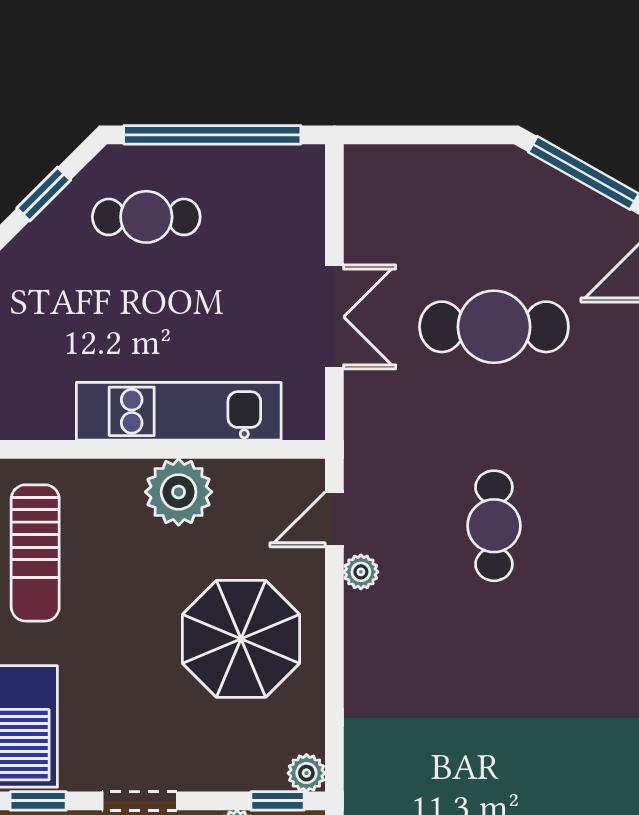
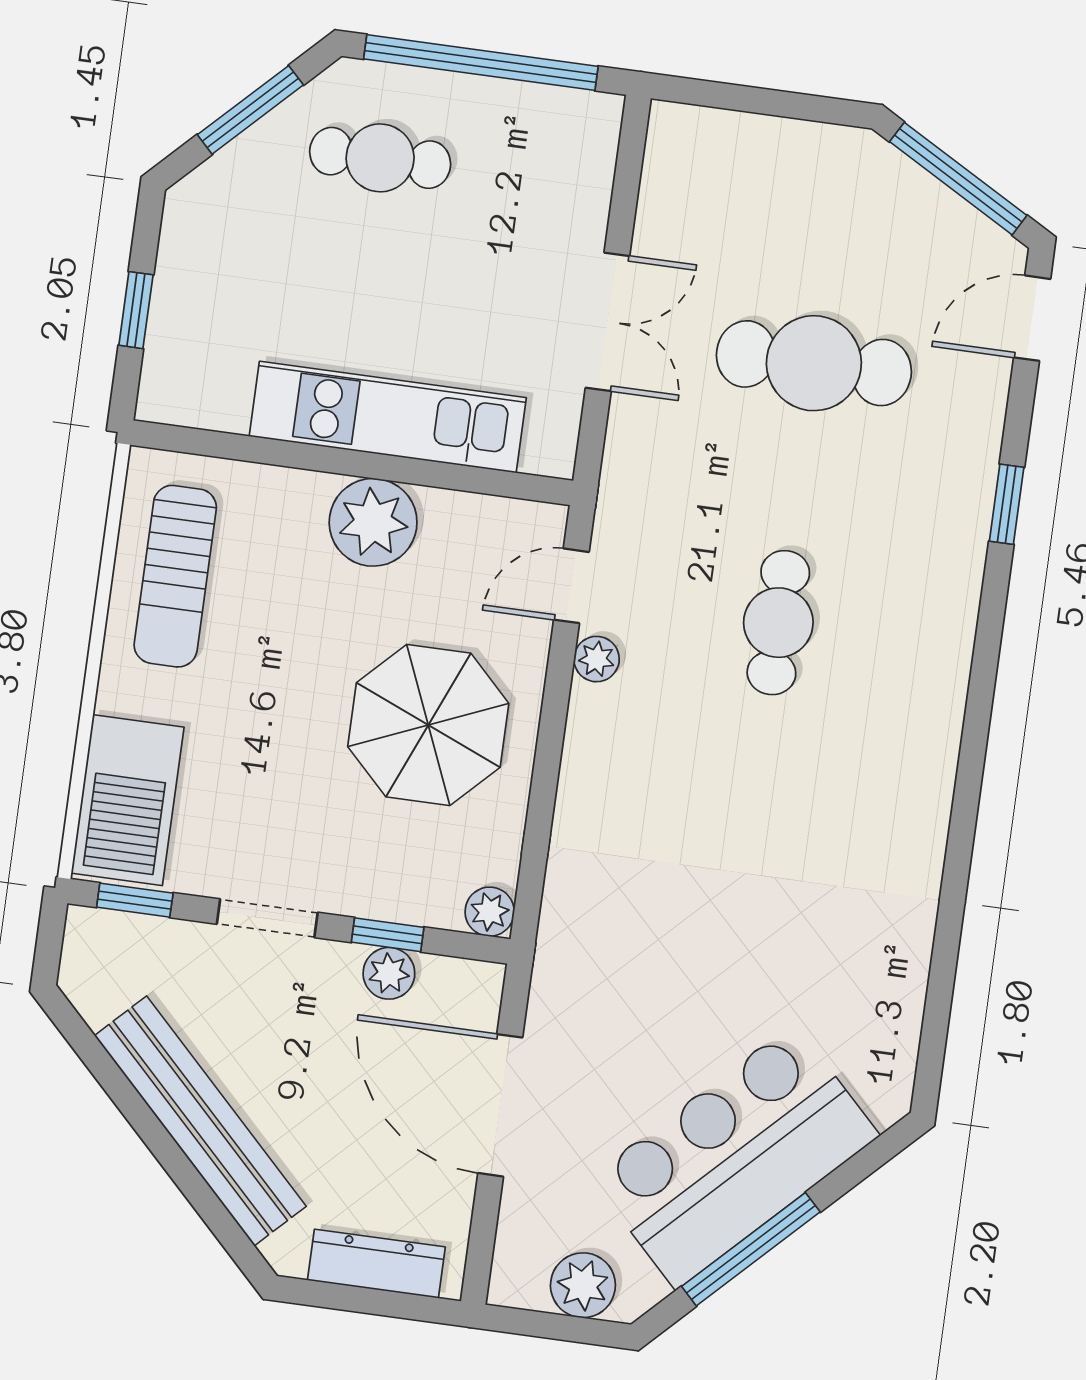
window: (44, 194) -> (250, 110), width x1.50
window: (277, 801) -> (388, 935), moved

